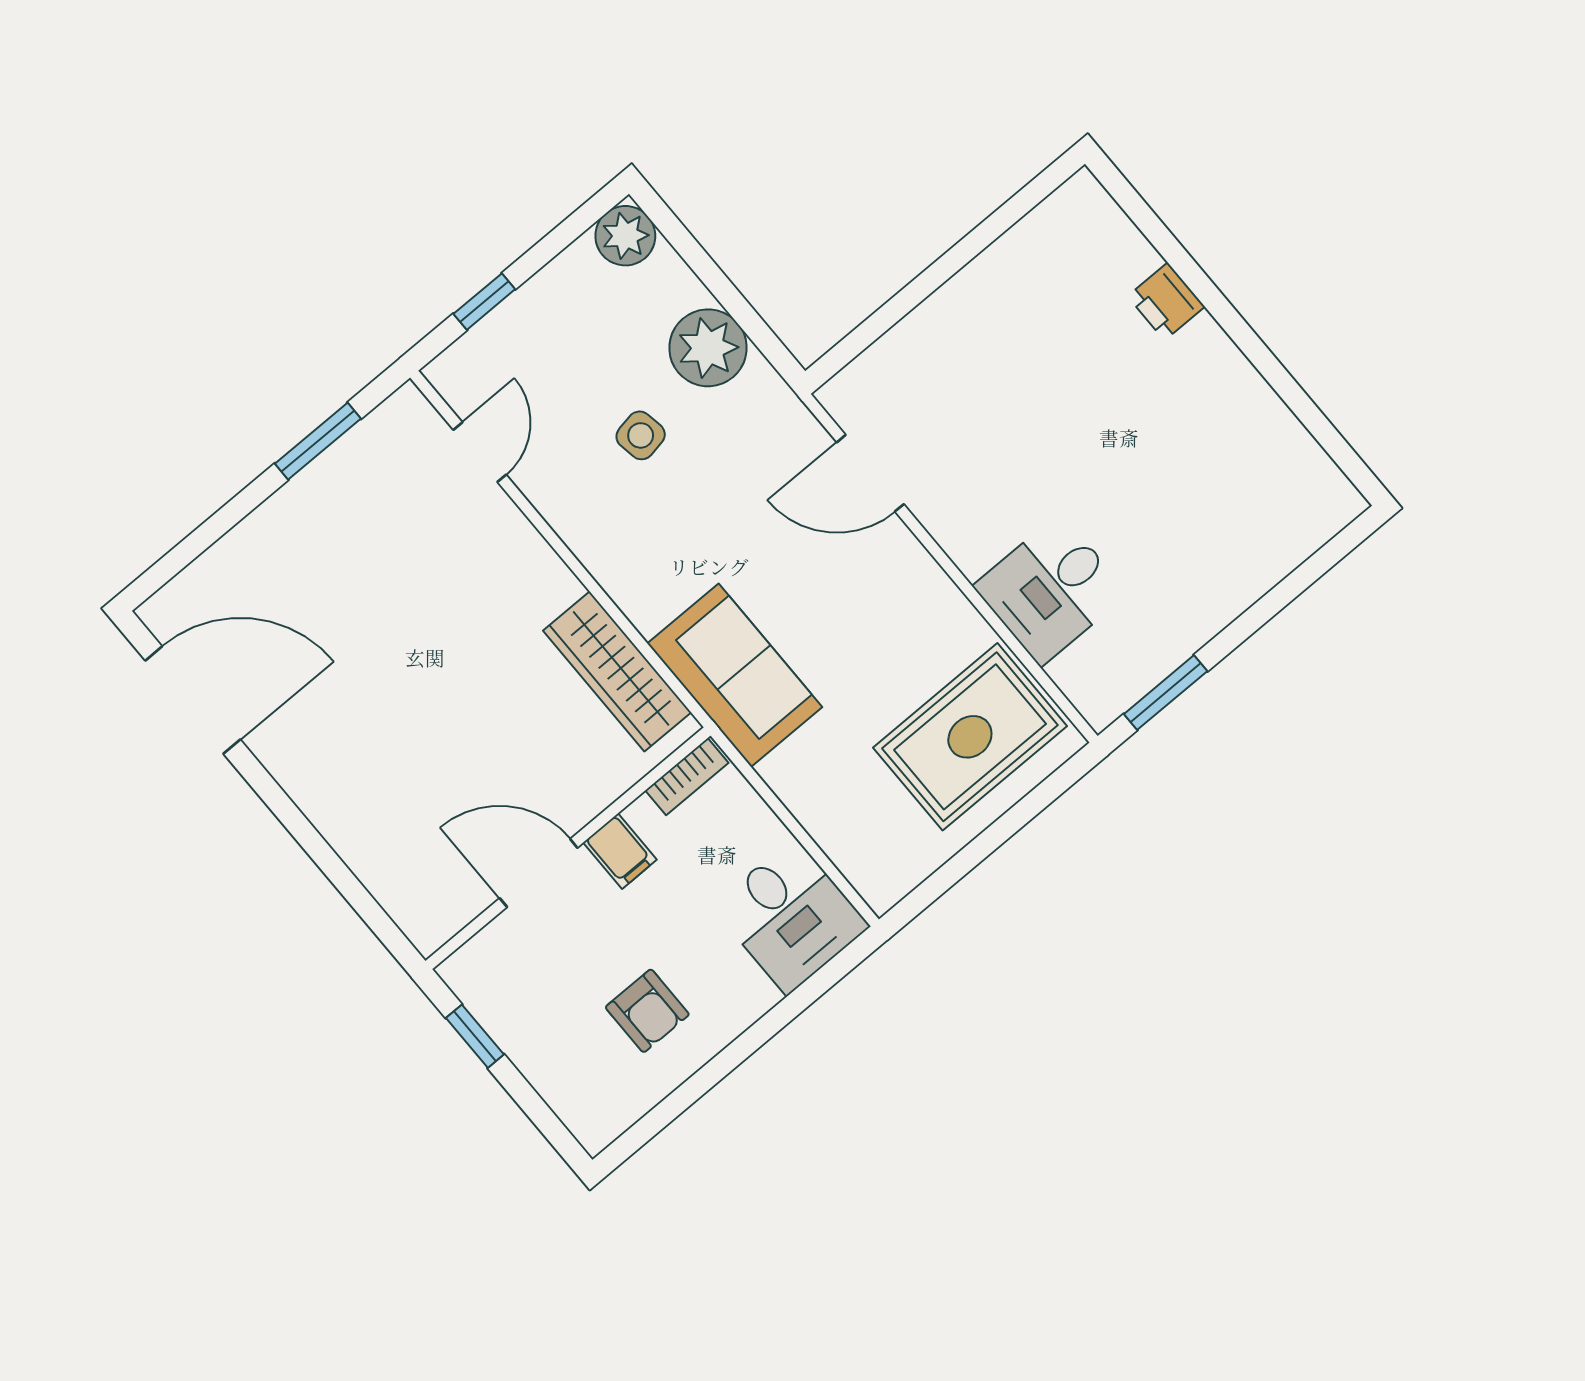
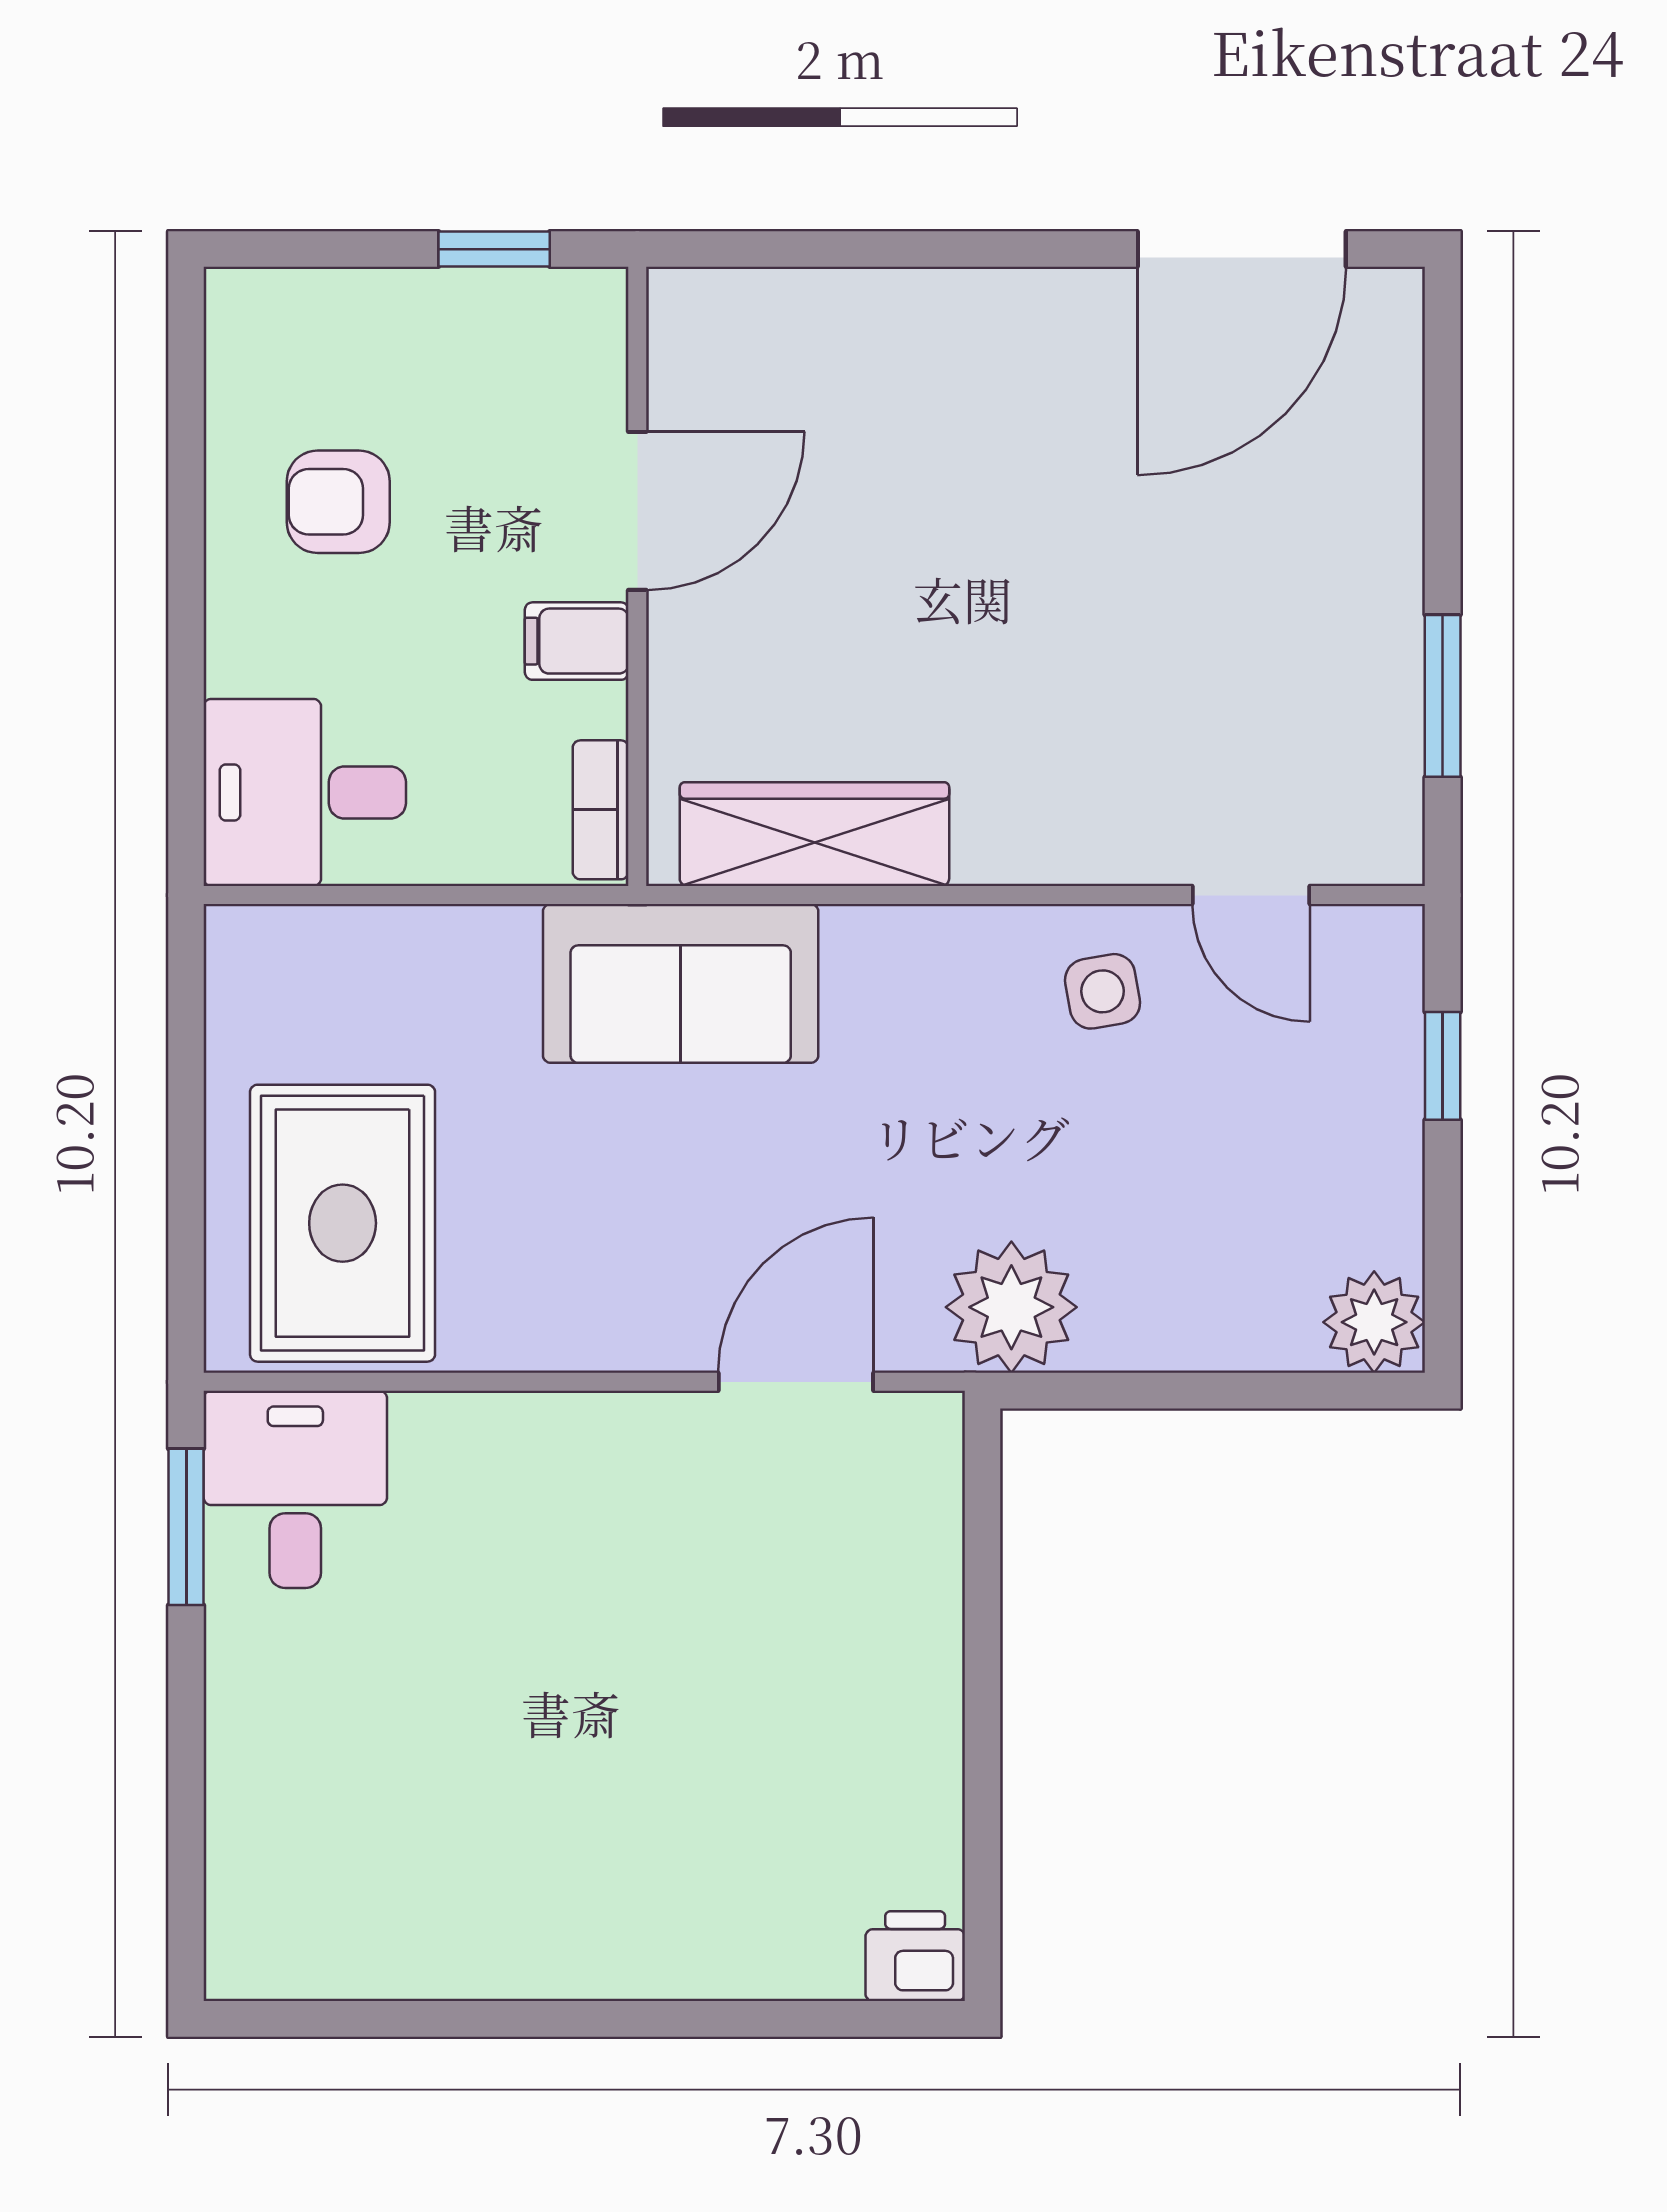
printer: (1166, 301) -> (915, 1956), moved
plant: (708, 348) -> (1011, 1307), moved
side table: (641, 435) -> (1103, 991), moved
desk: (1050, 590) -> (295, 1489), moved

